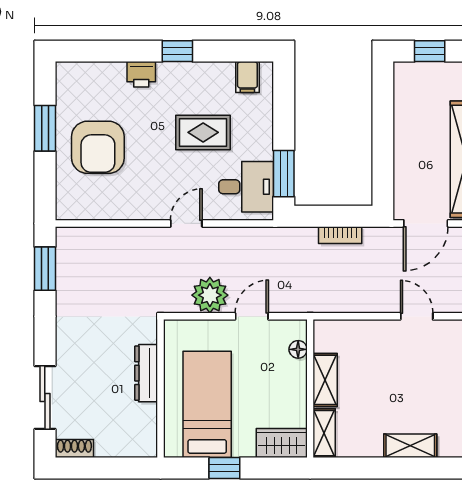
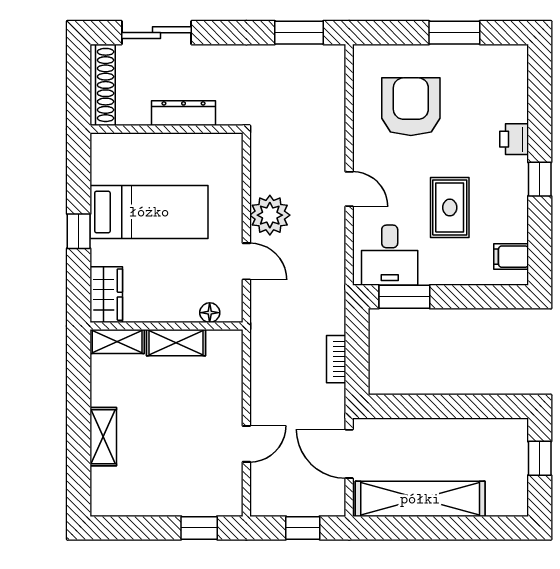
armchair: (98, 147) -> (411, 107), moved, turned 90
dresser: (146, 373) -> (184, 113), moved
wall: (161, 389) -> (167, 129), moved
shoe rack: (74, 448) -> (103, 85), width x1.94, depth x1.24

